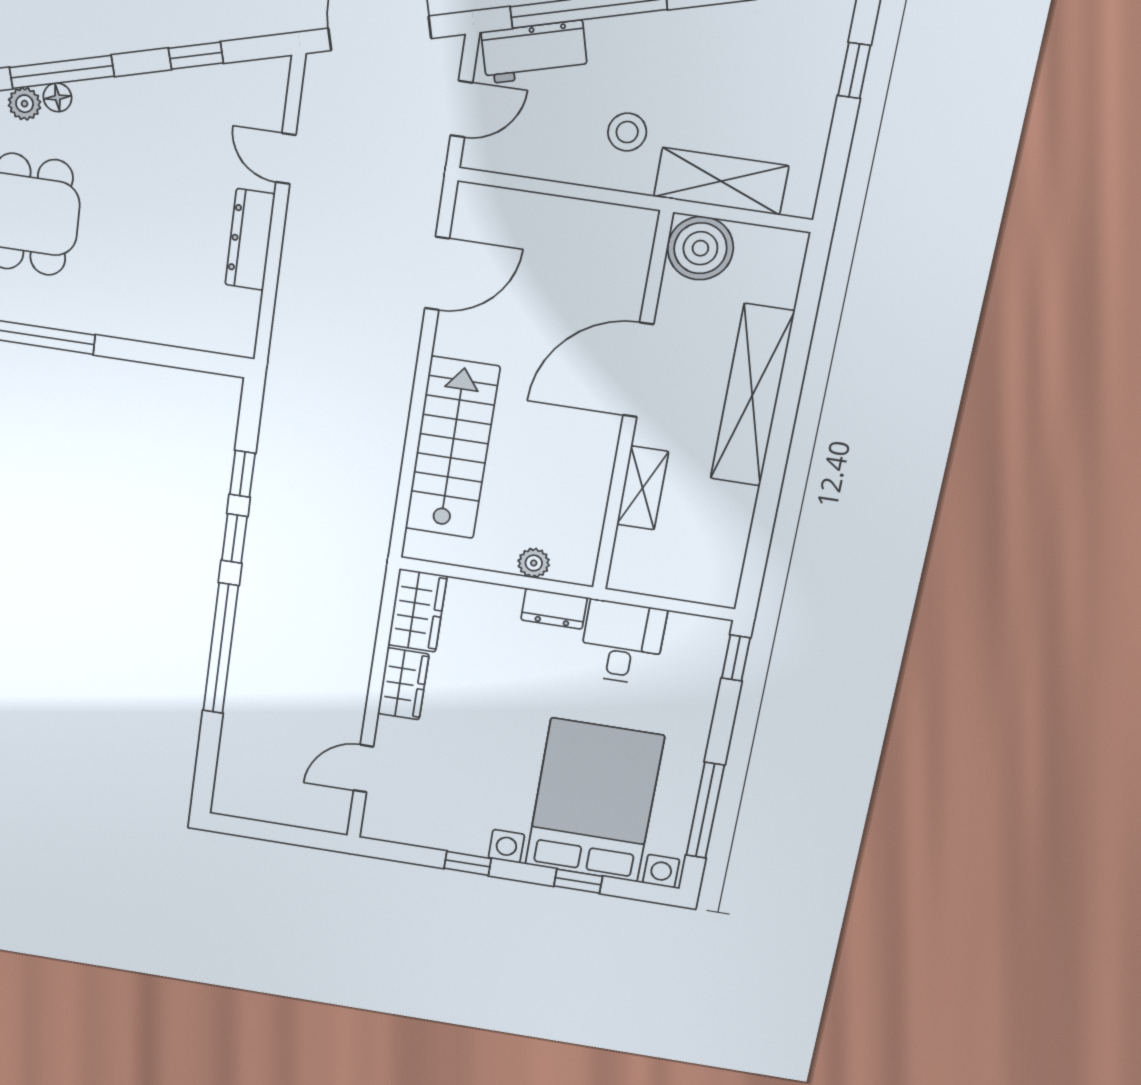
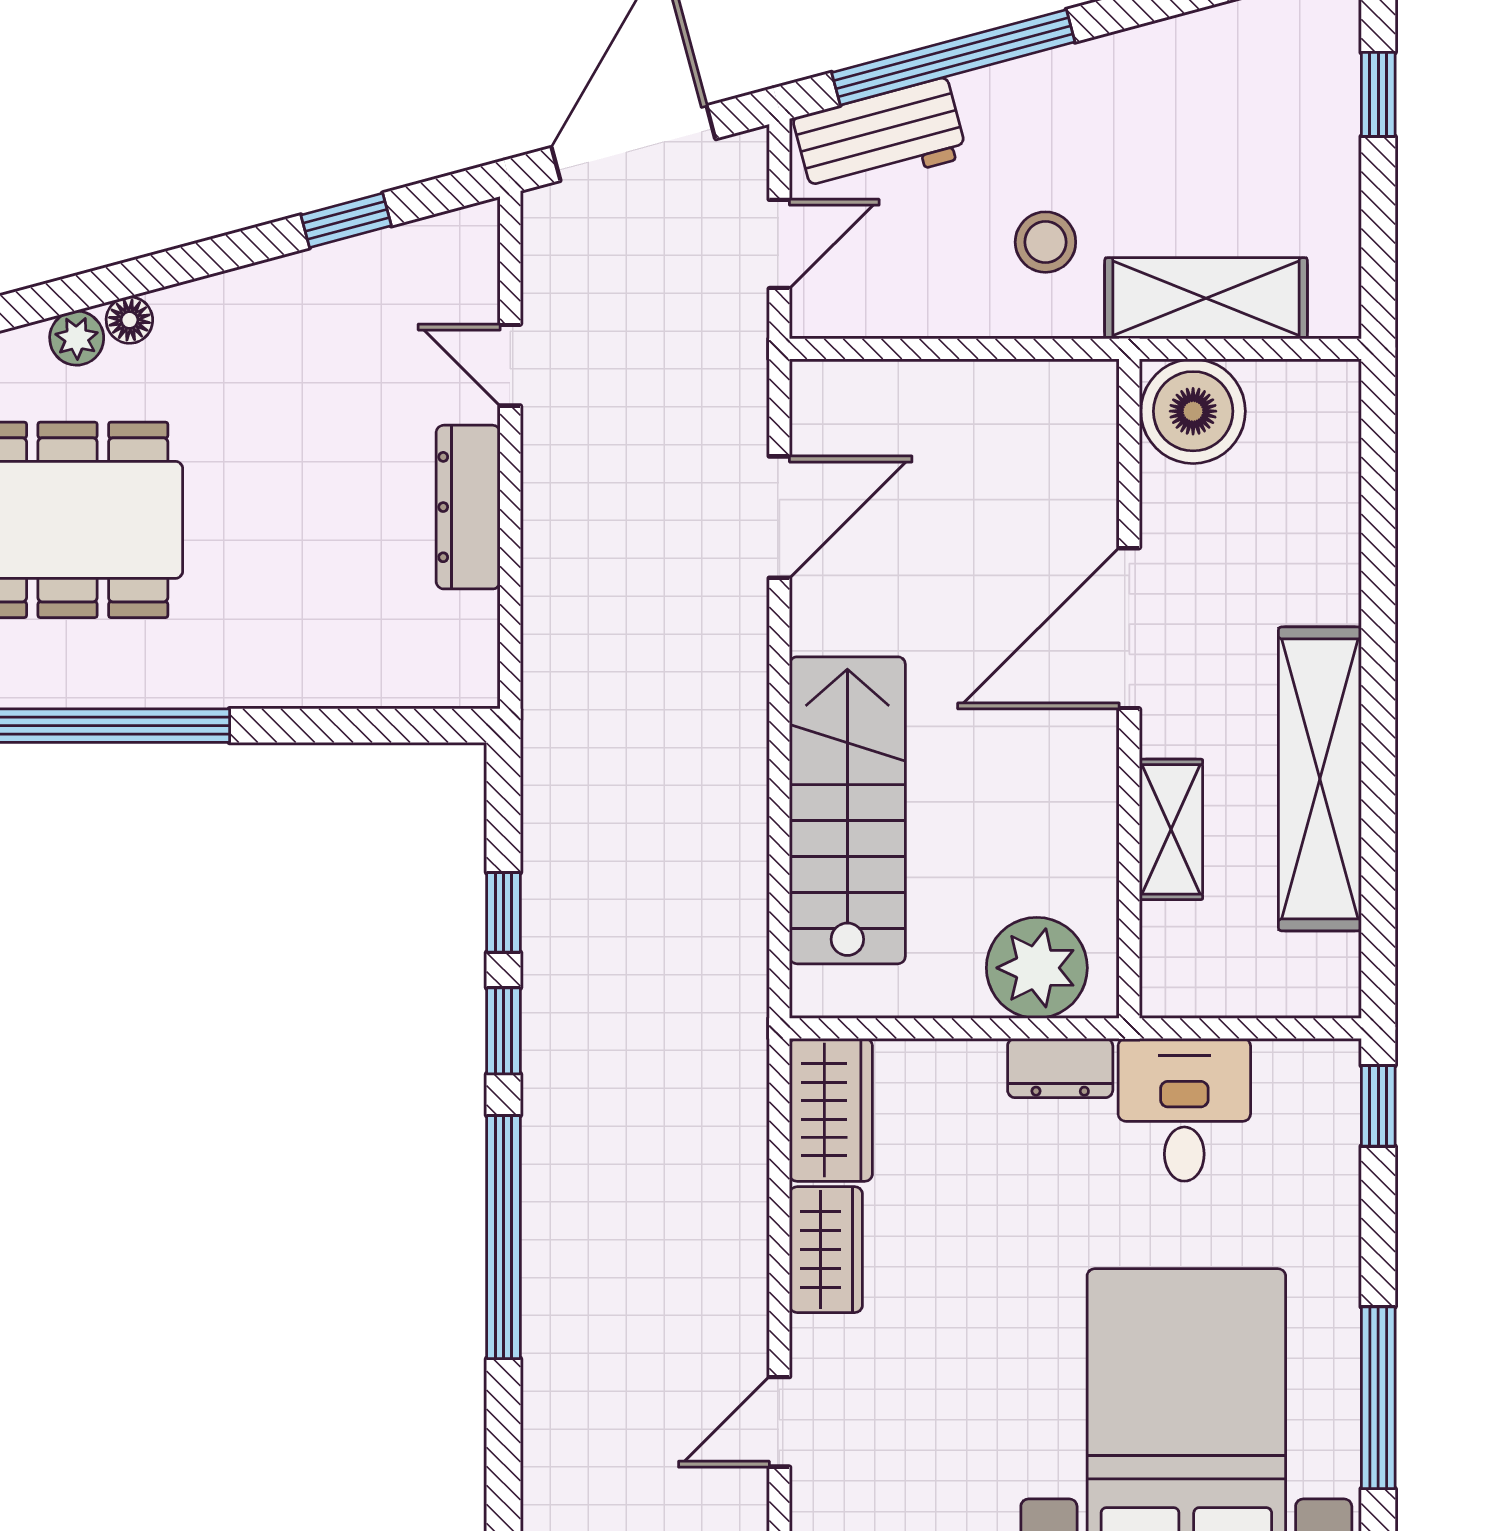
window: (62, 72) -> (133, 278), removed
shelving: (752, 395) -> (1320, 779), moved
plant: (534, 563) -> (1037, 968), width x1.88, depth x1.88

